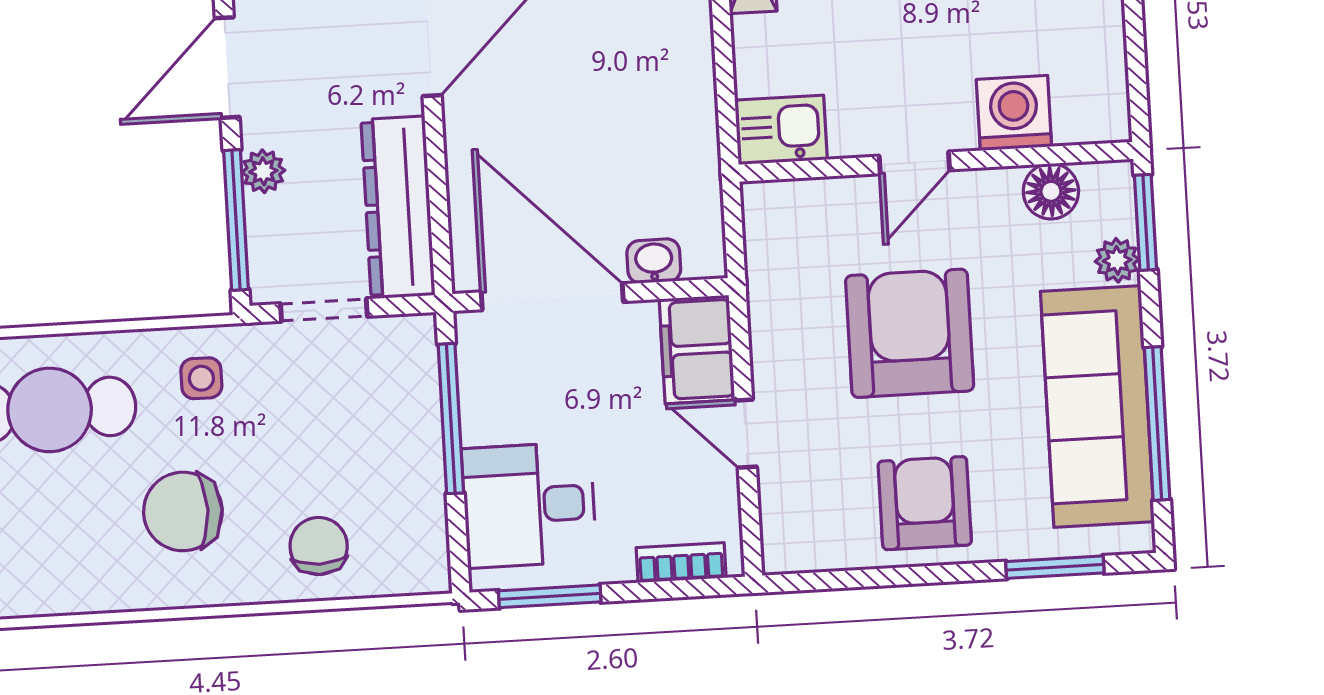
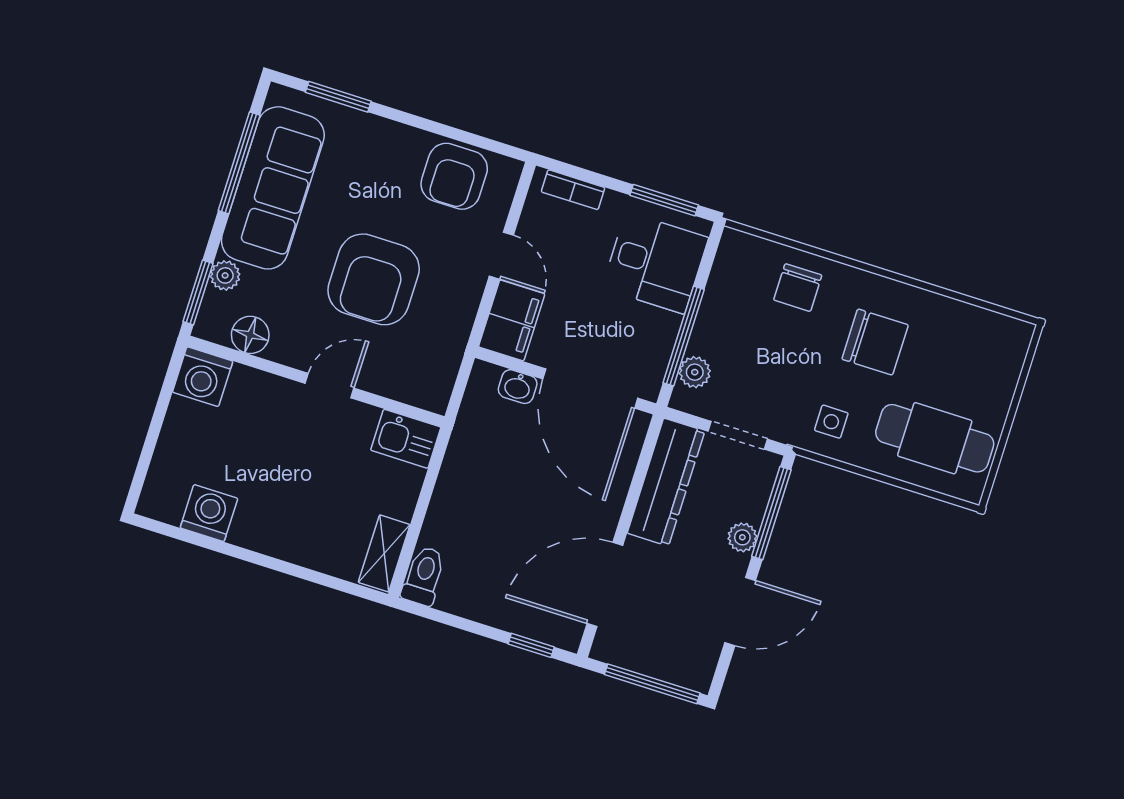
washing machine: (1014, 113) -> (203, 377), moved
plant: (416, 375) -> (695, 372), added
armchair: (925, 503) -> (454, 176), moved

